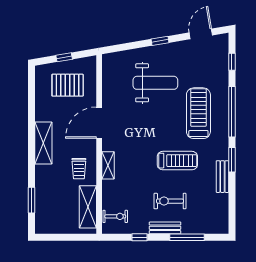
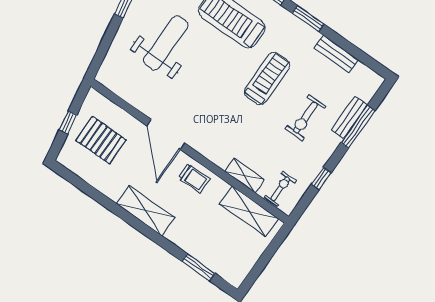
pallet: (68, 85) -> (101, 140), turned 90
shelving: (108, 165) -> (245, 176), moved
trolley: (79, 169) -> (194, 178), moved
bench: (222, 177) -> (336, 54), moved
bench: (165, 228) -> (349, 117), moved

